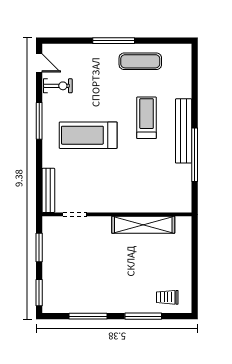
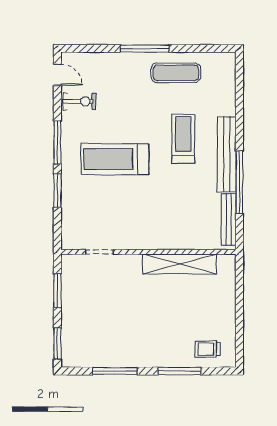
window: (39, 162) -> (57, 190), added
bench: (48, 190) -> (229, 219), moved

